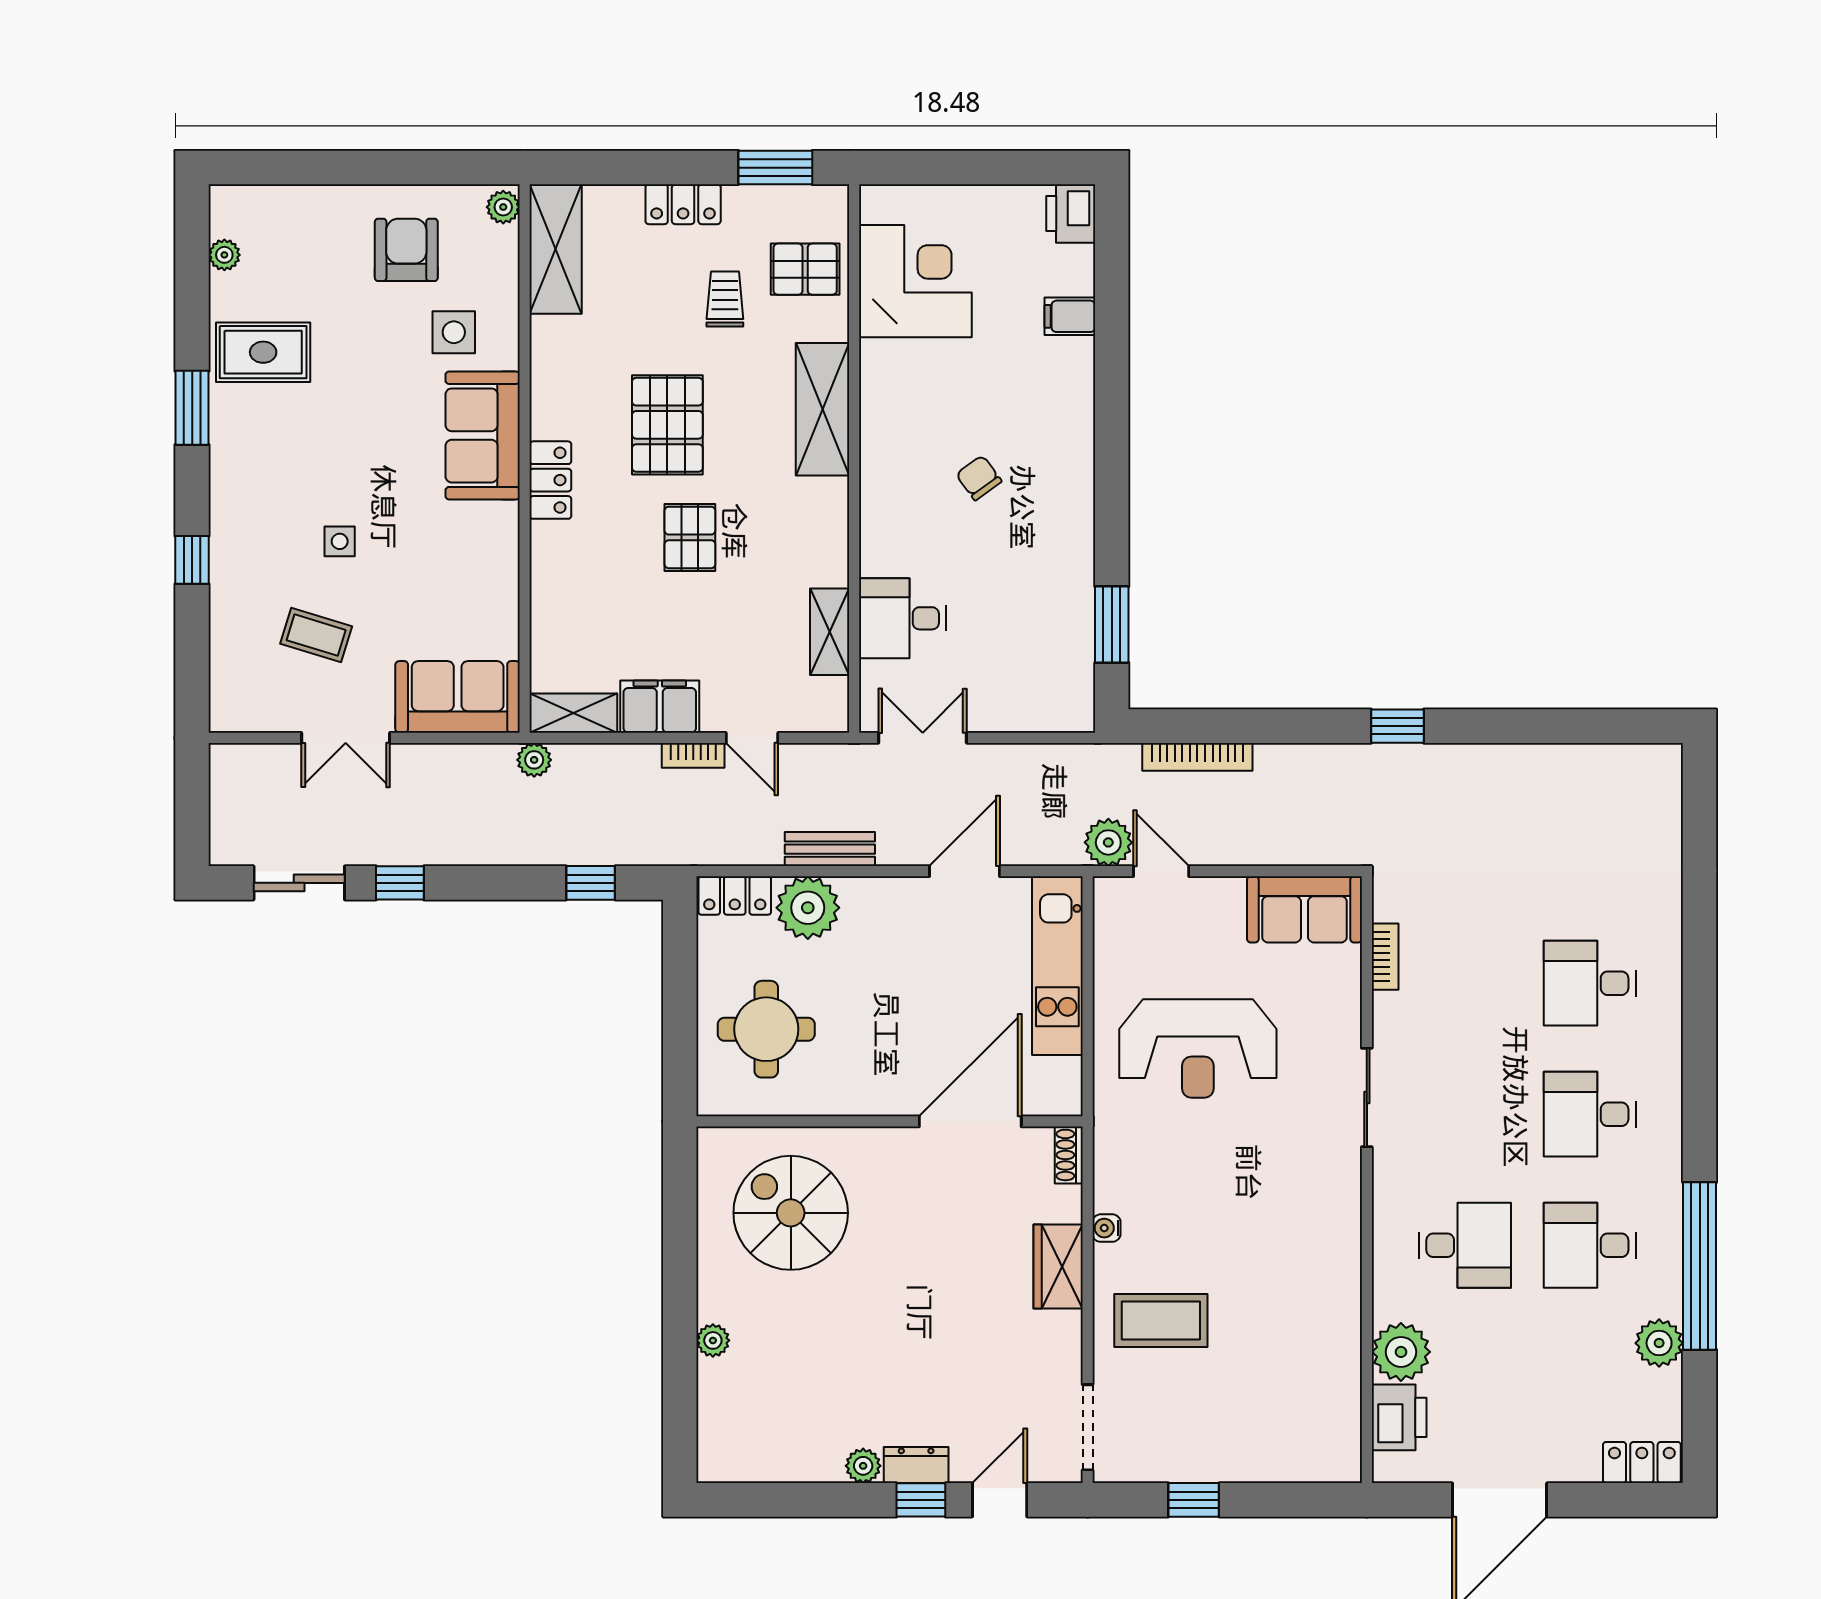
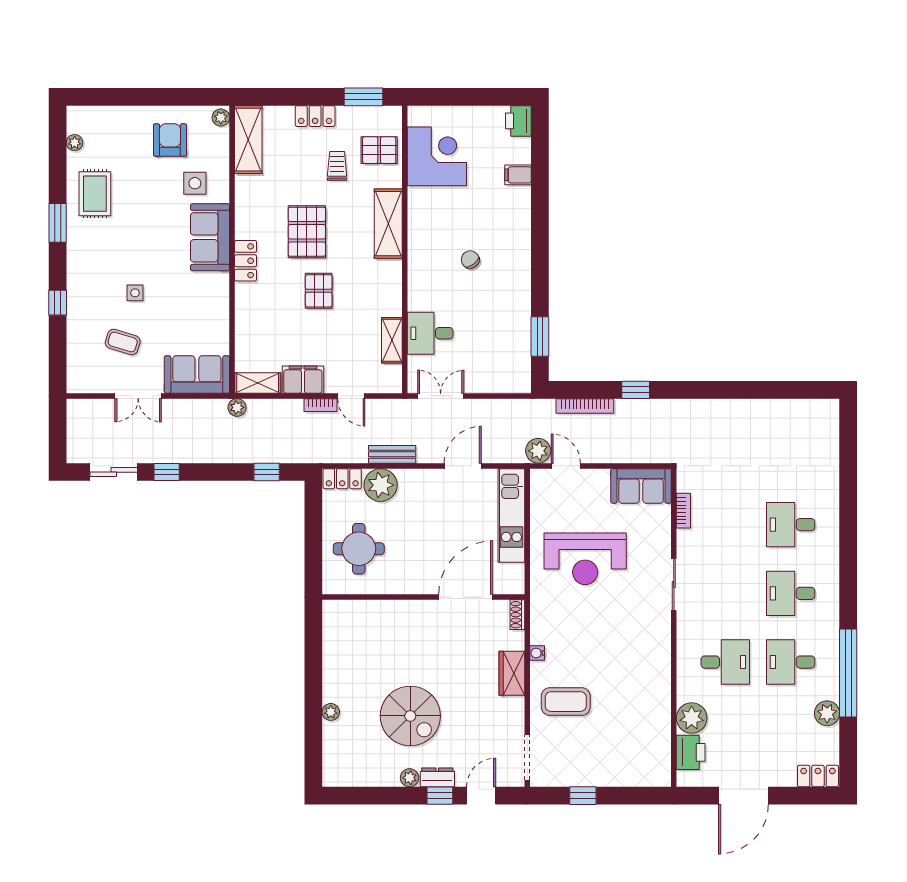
rug: (263, 352) -> (95, 194), turned 90
window: (1397, 726) -> (636, 390), moved
spiral stairs: (791, 1213) -> (410, 716), moved, turned 180

